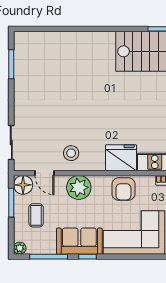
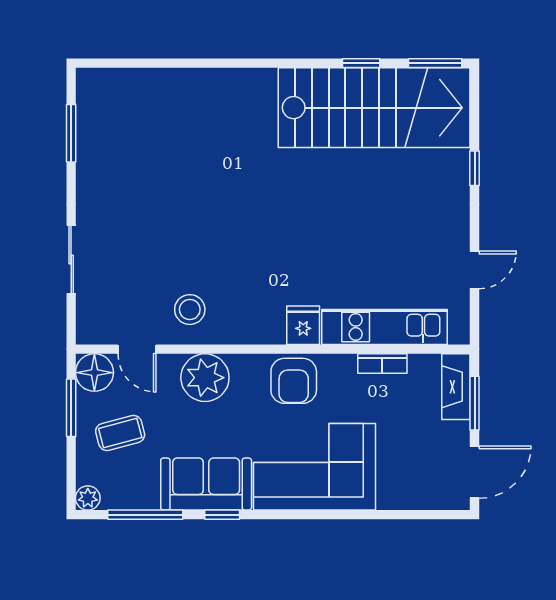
sliding door: (11, 142) -> (71, 260), moved
fridge: (121, 158) -> (303, 325), width x0.53, depth x0.75
coffee table: (36, 215) -> (120, 433), turned 75

